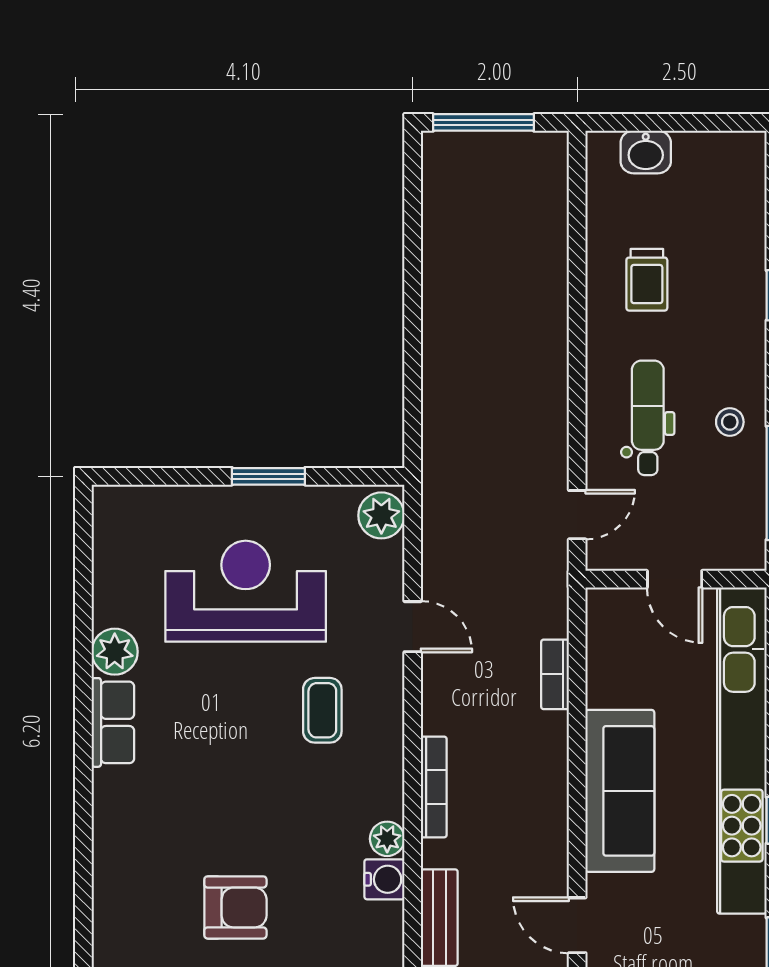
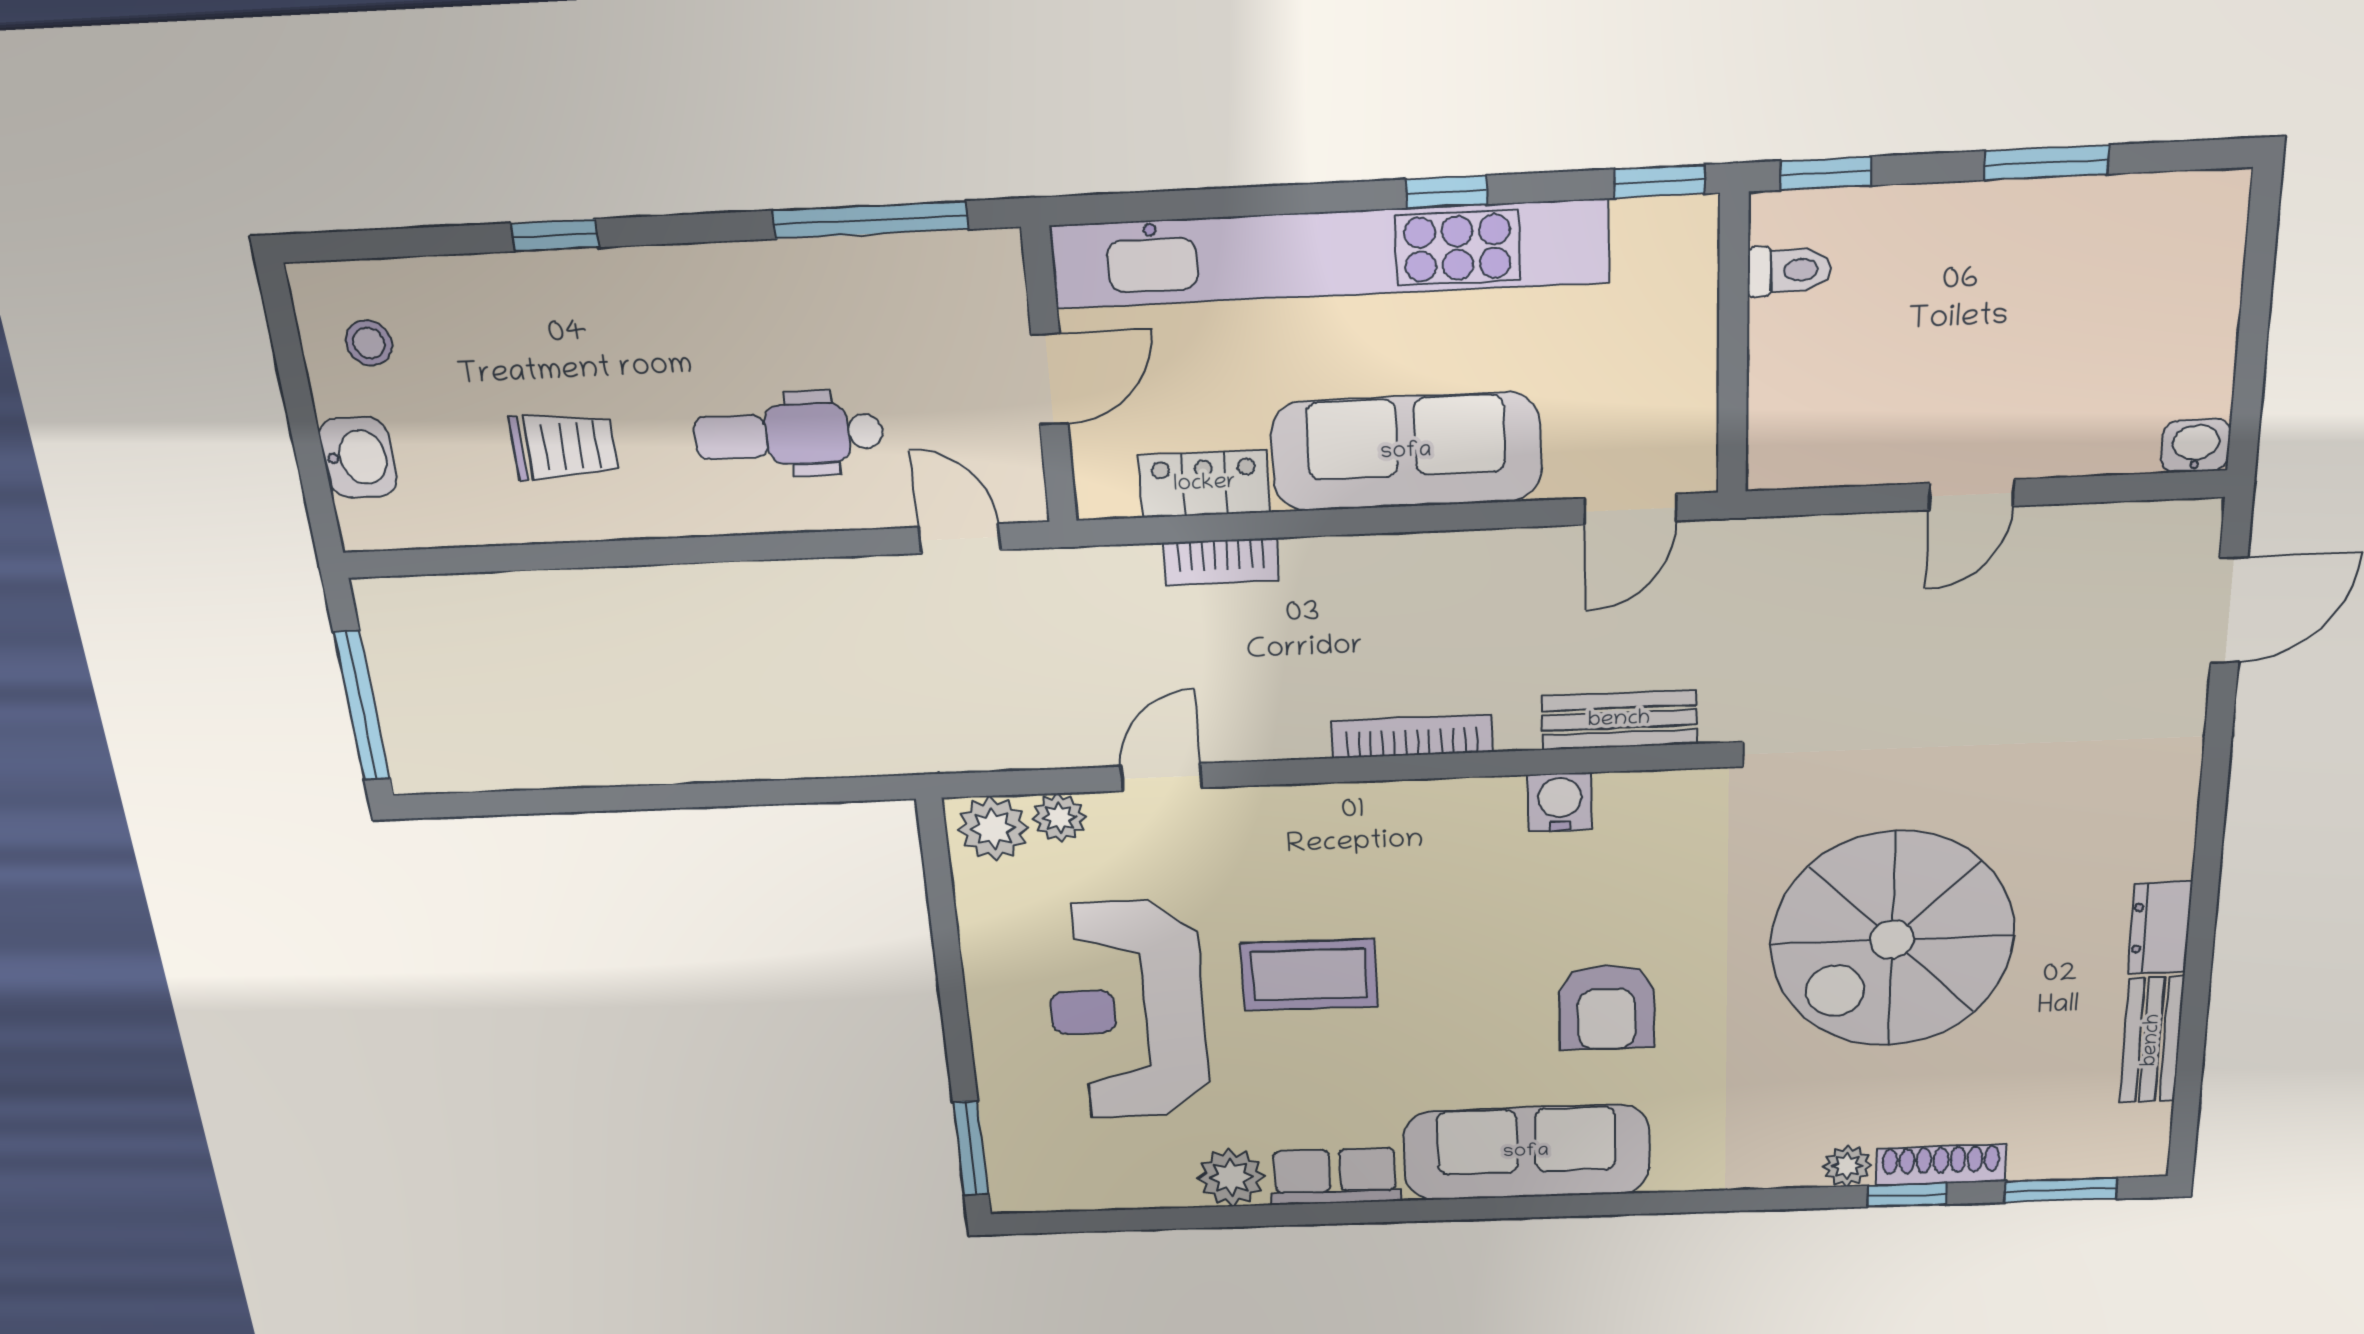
stool: (730, 422) -> (369, 343), moved
window: (268, 476) -> (971, 1148), moved
locker: (605, 668) -> (1205, 484), added
coffee table: (322, 710) -> (1309, 975), moved, width x1.36, depth x1.30
plant: (387, 839) -> (1059, 818), moved
sofa: (127, 852) -> (1526, 1152), added
armchair: (235, 907) -> (1606, 1007), turned 180

